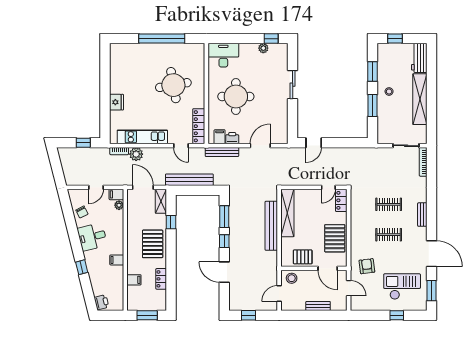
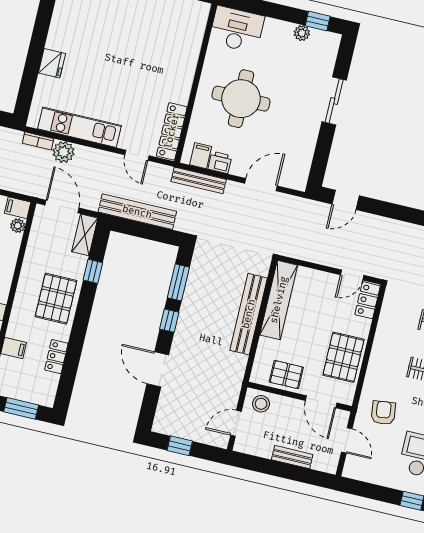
round table: (173, 85) -> (147, 58), removed

